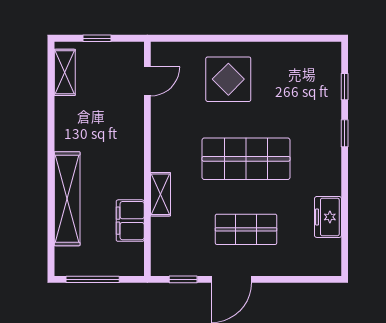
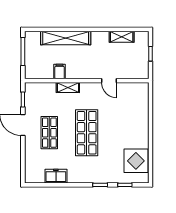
shelving: (65, 72) -> (122, 37), moved
display table: (228, 79) -> (136, 161), moved
door: (147, 81) -> (109, 81), moved
filing cabinet: (130, 221) -> (60, 71), width x0.50

